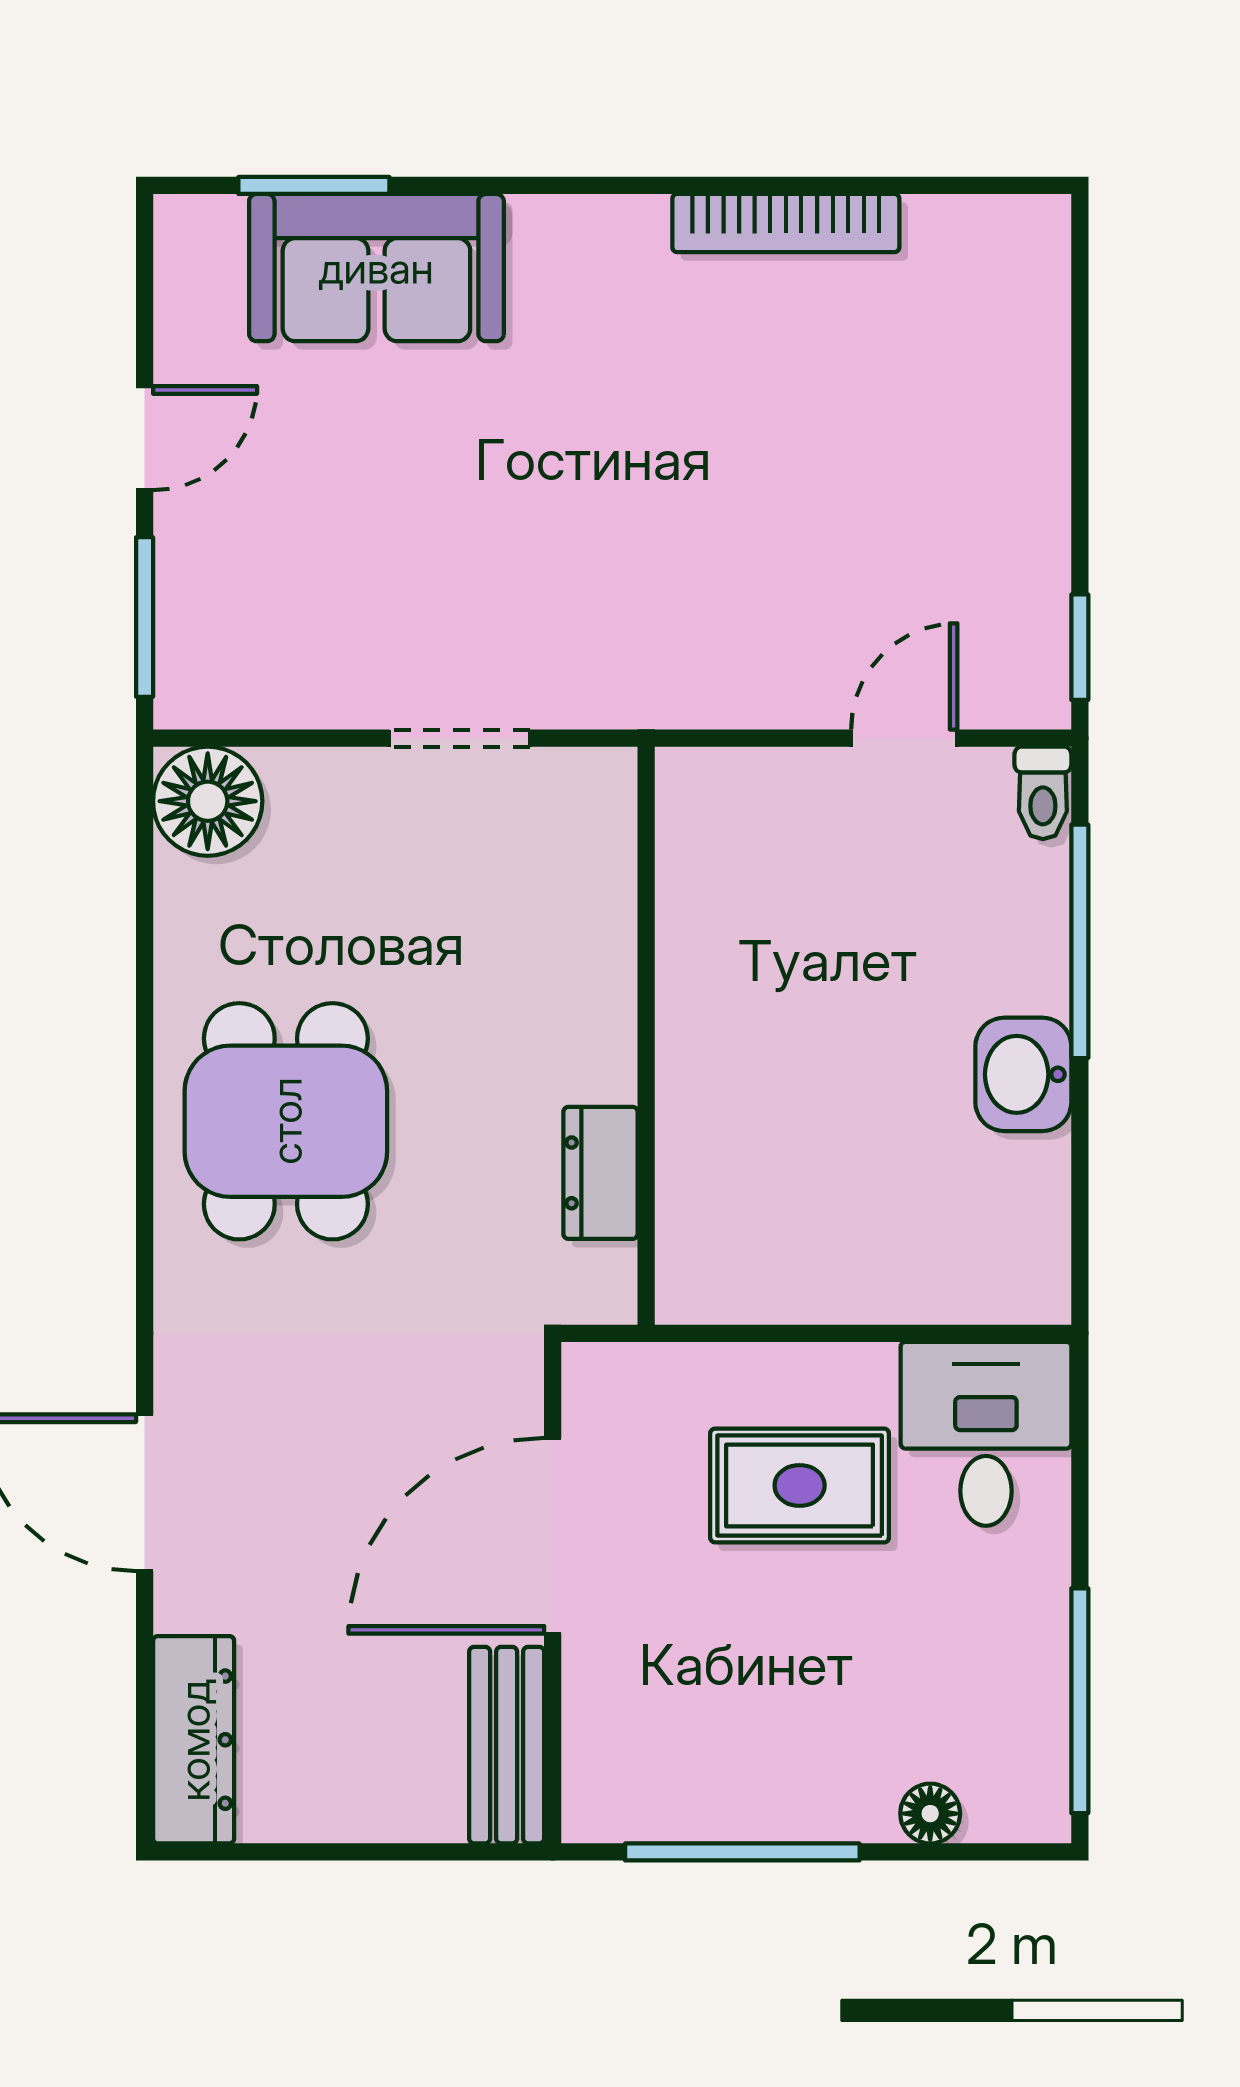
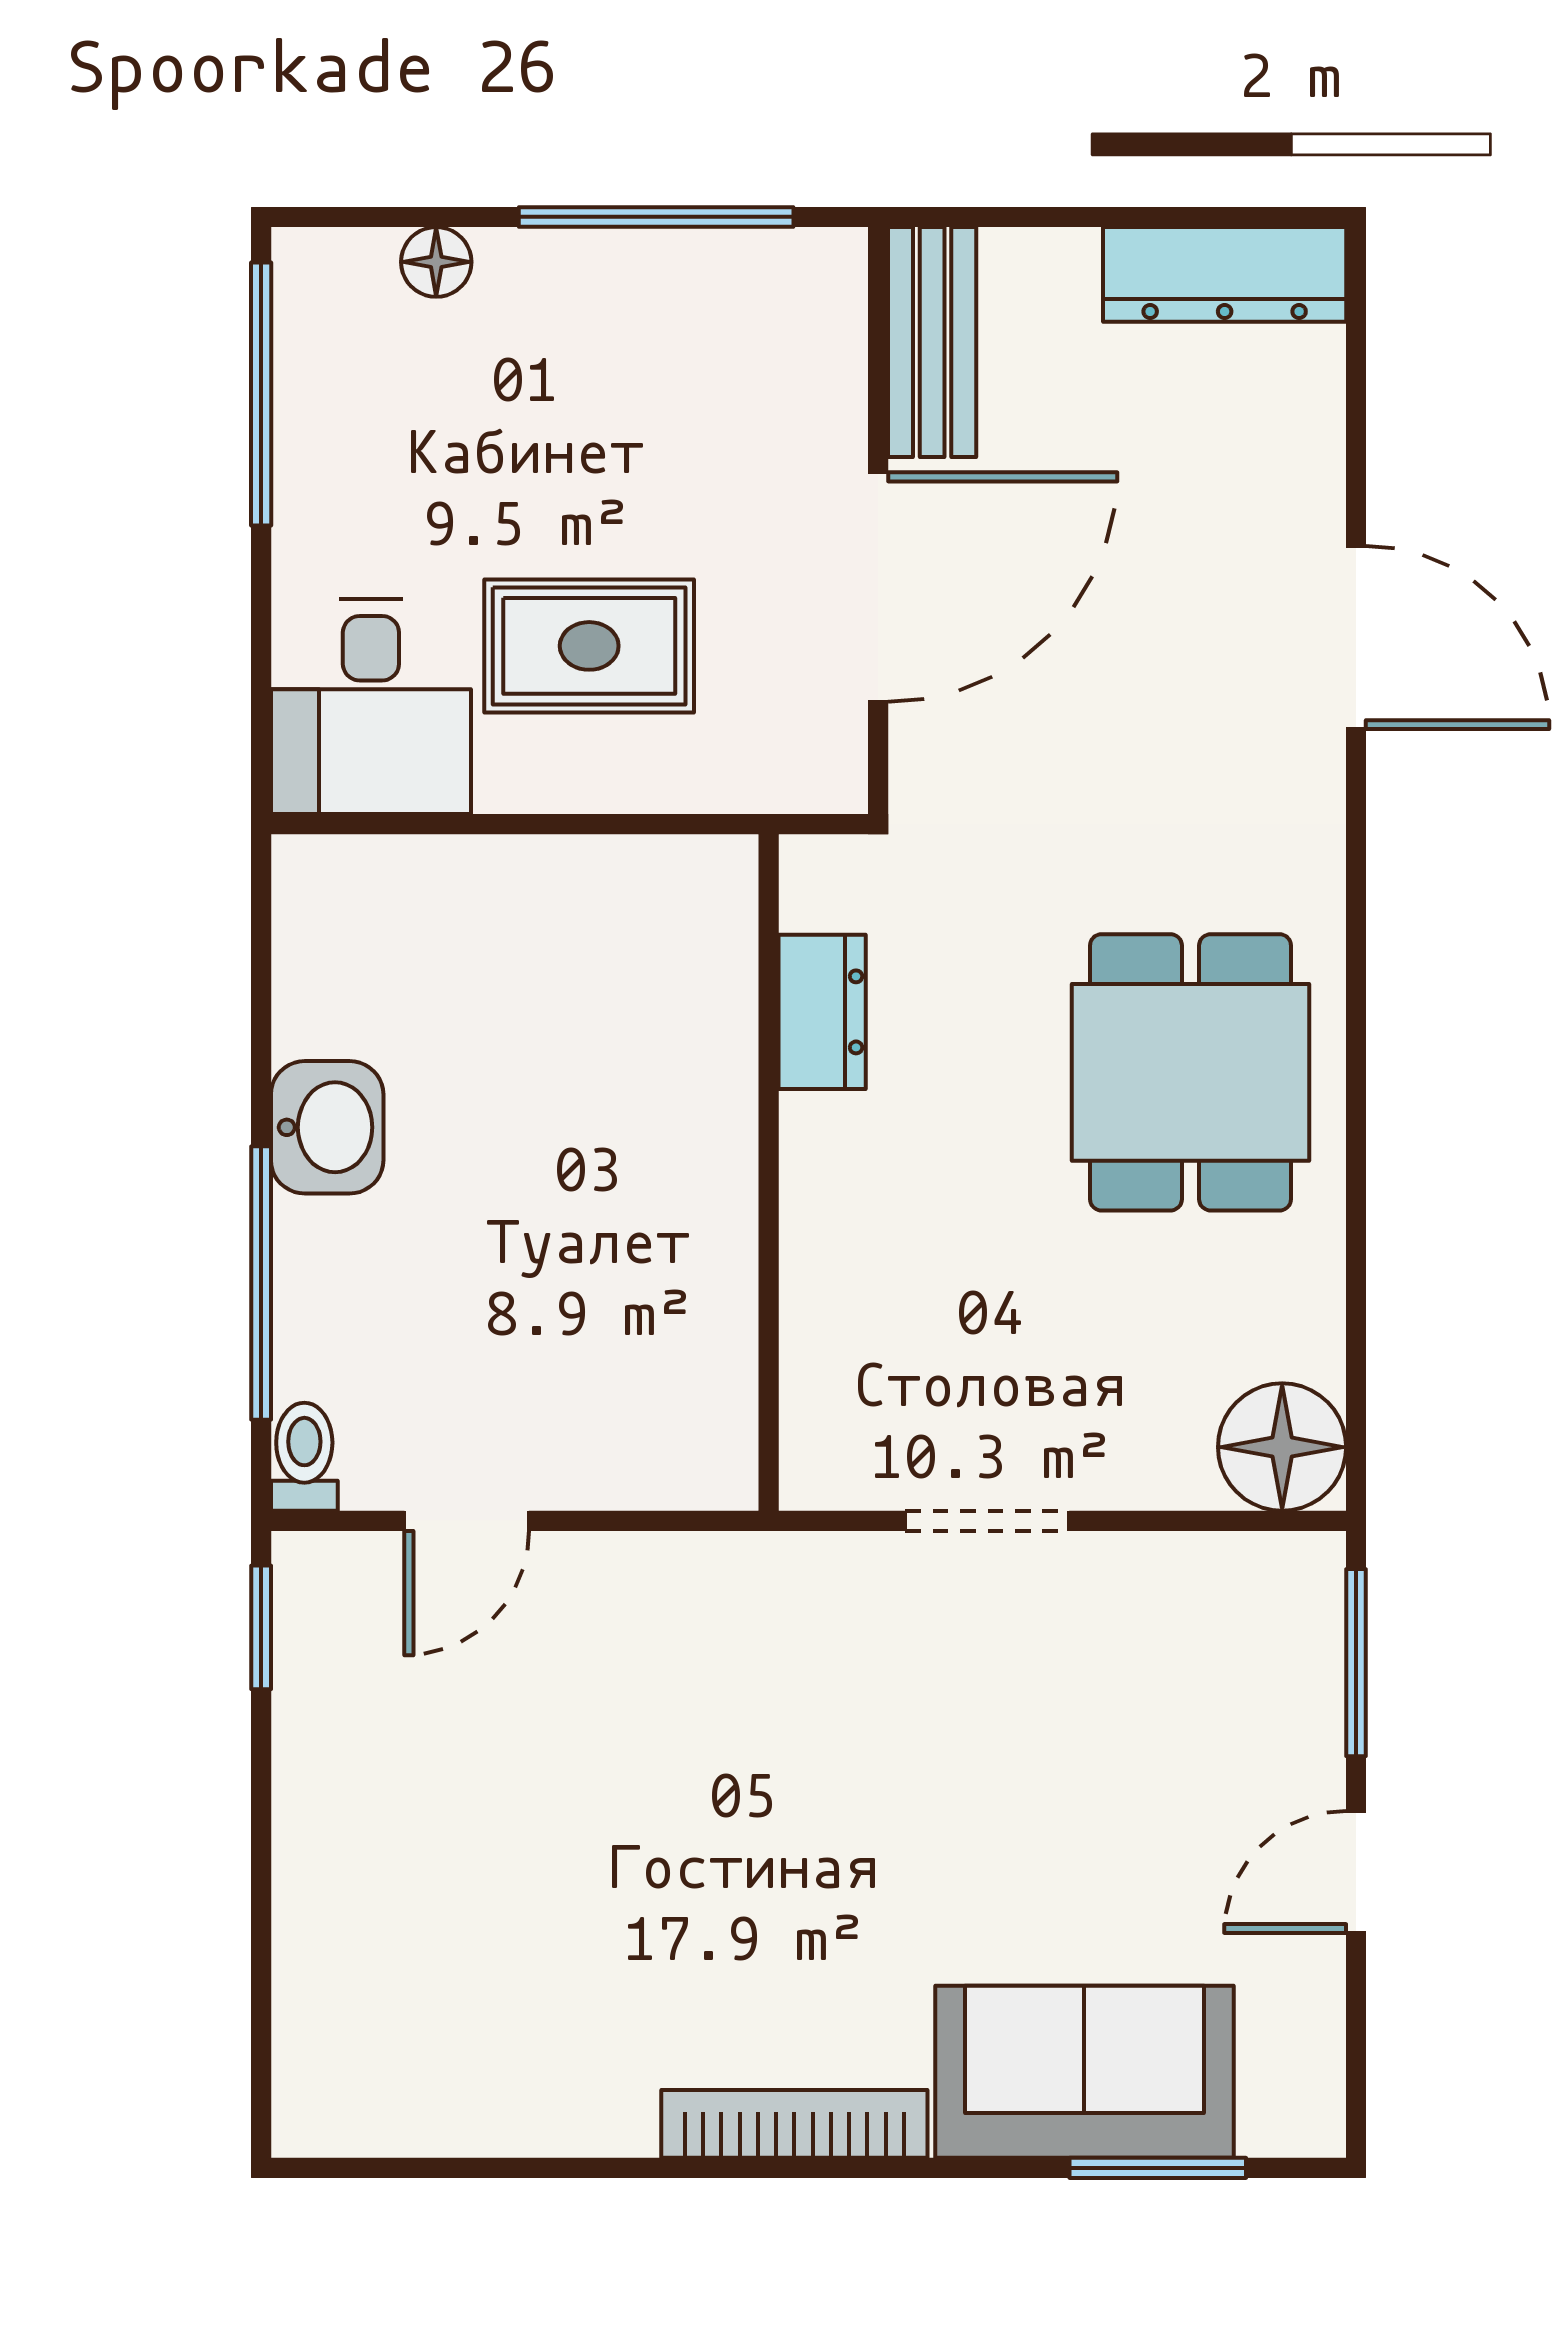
bookcase: (786, 223) -> (794, 2124), moved
dresser: (194, 1740) -> (1225, 274), moved, turned -90

